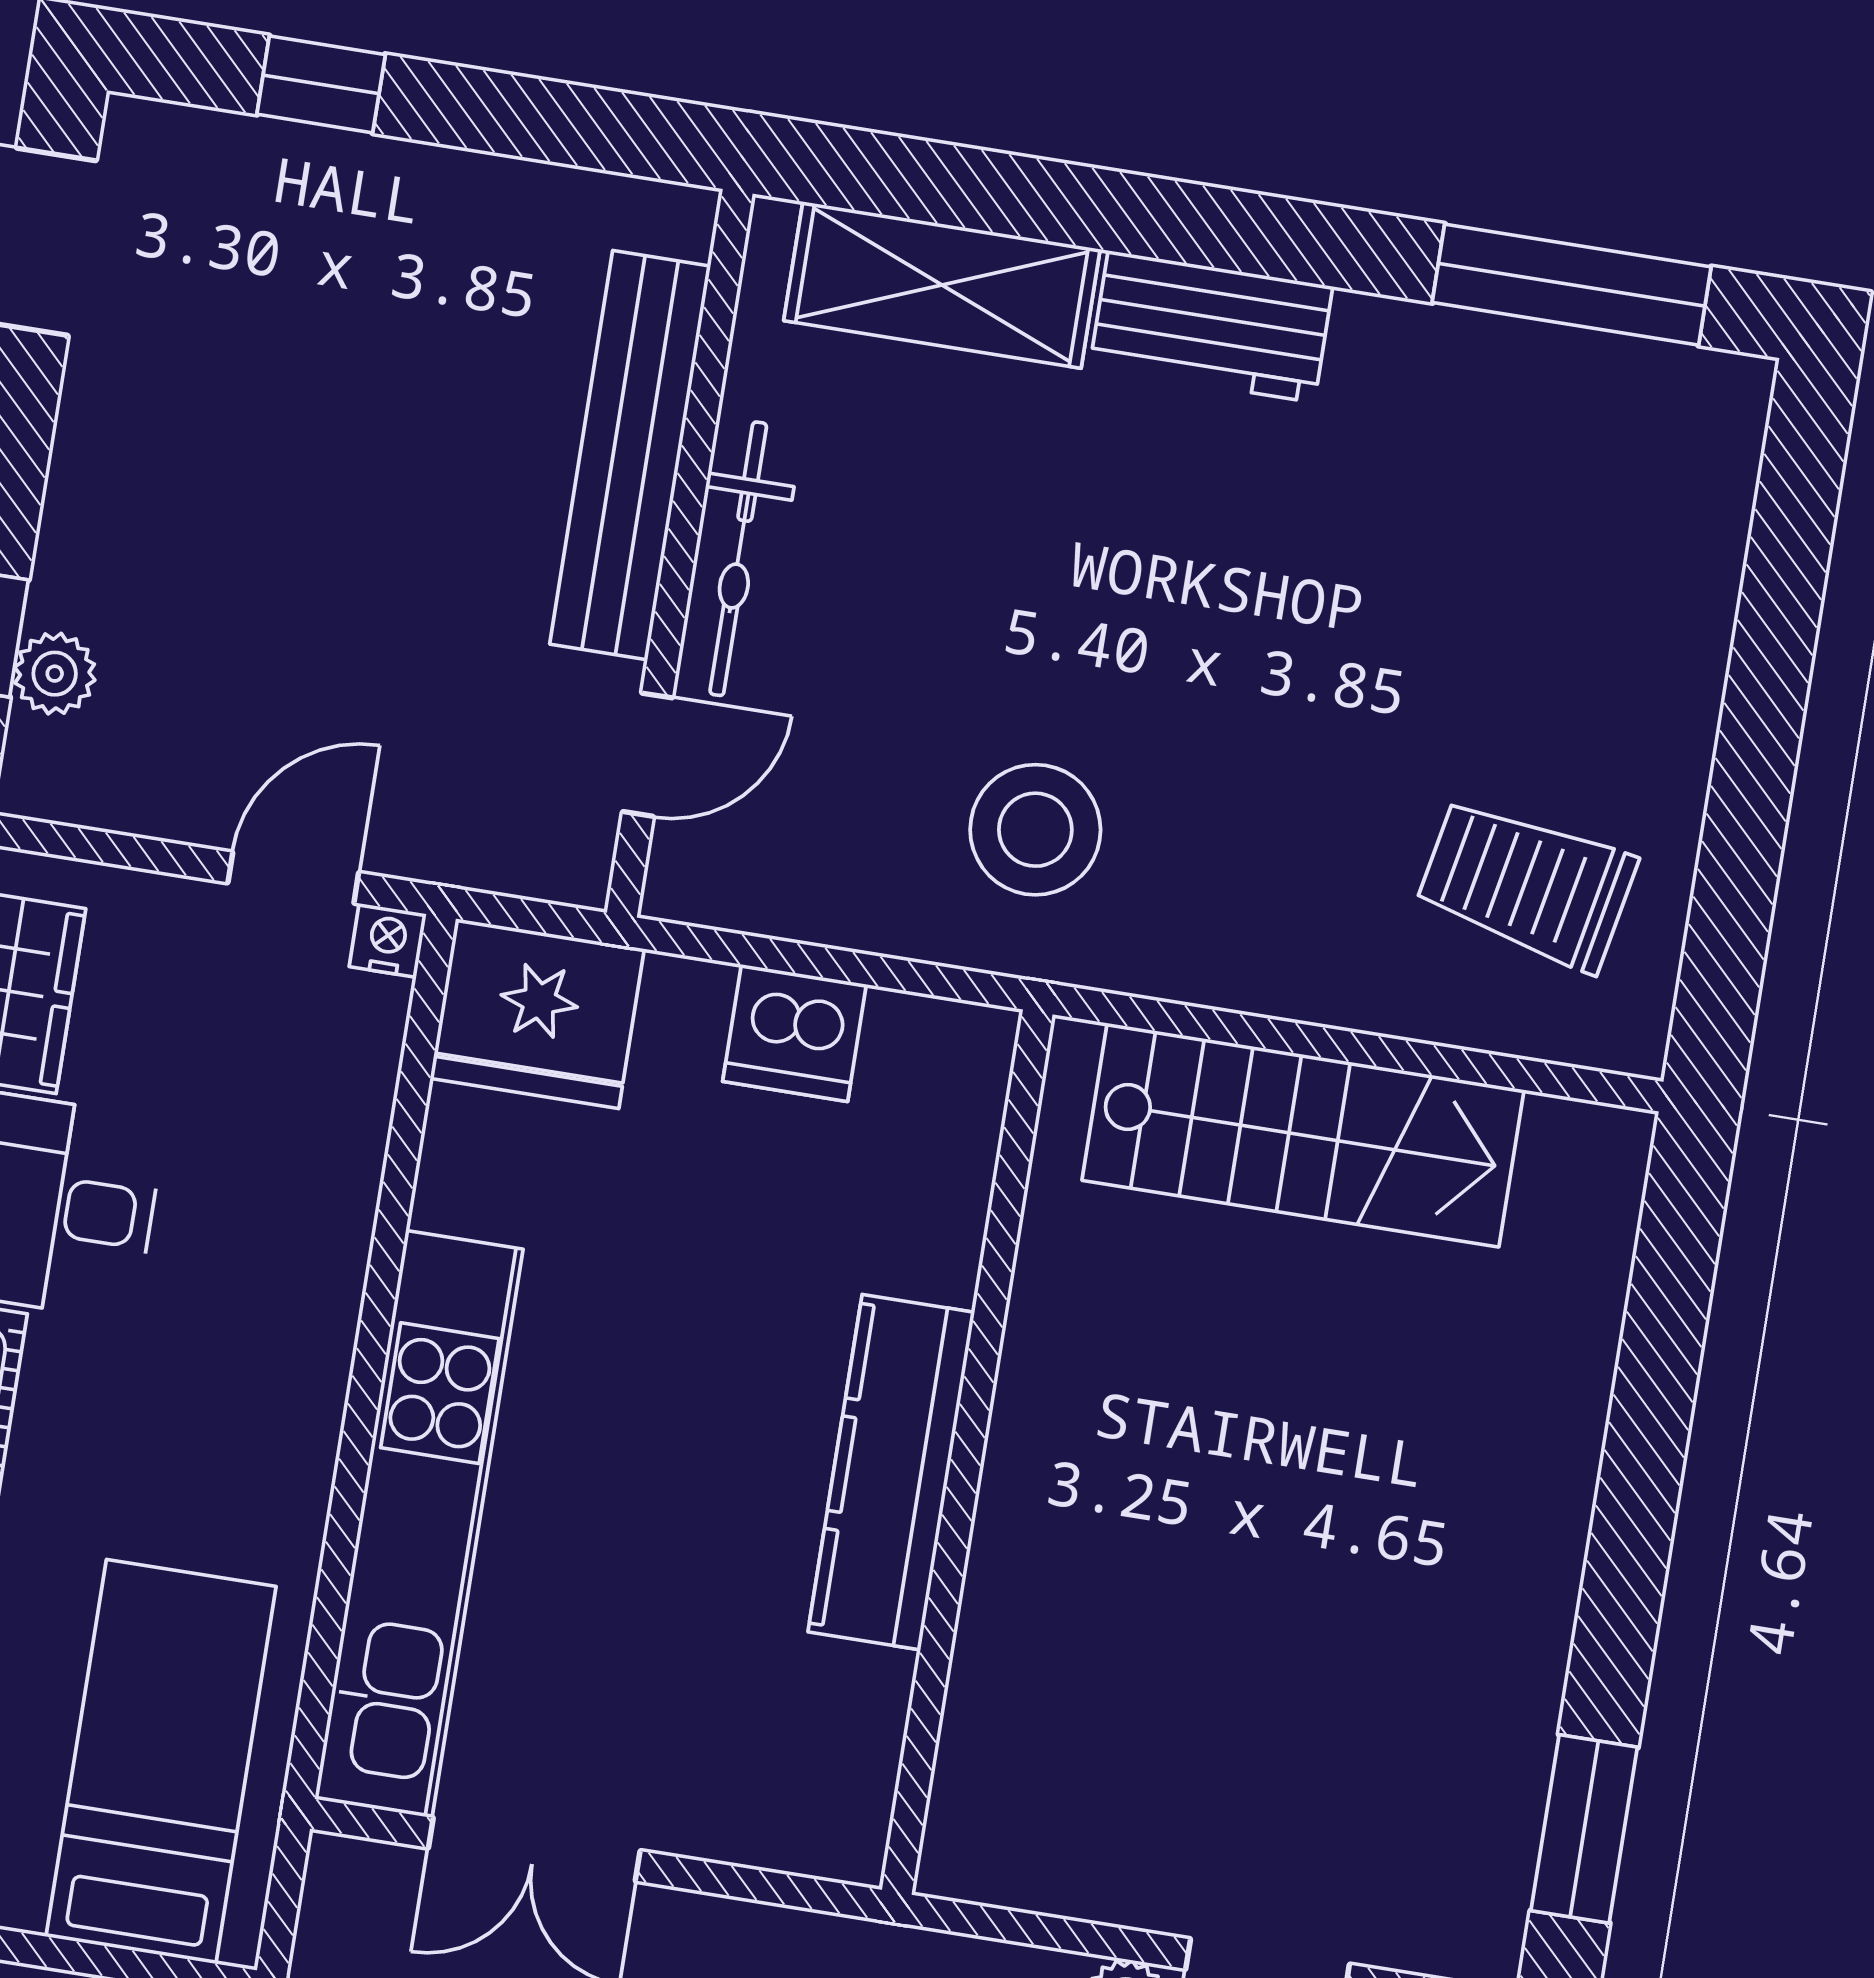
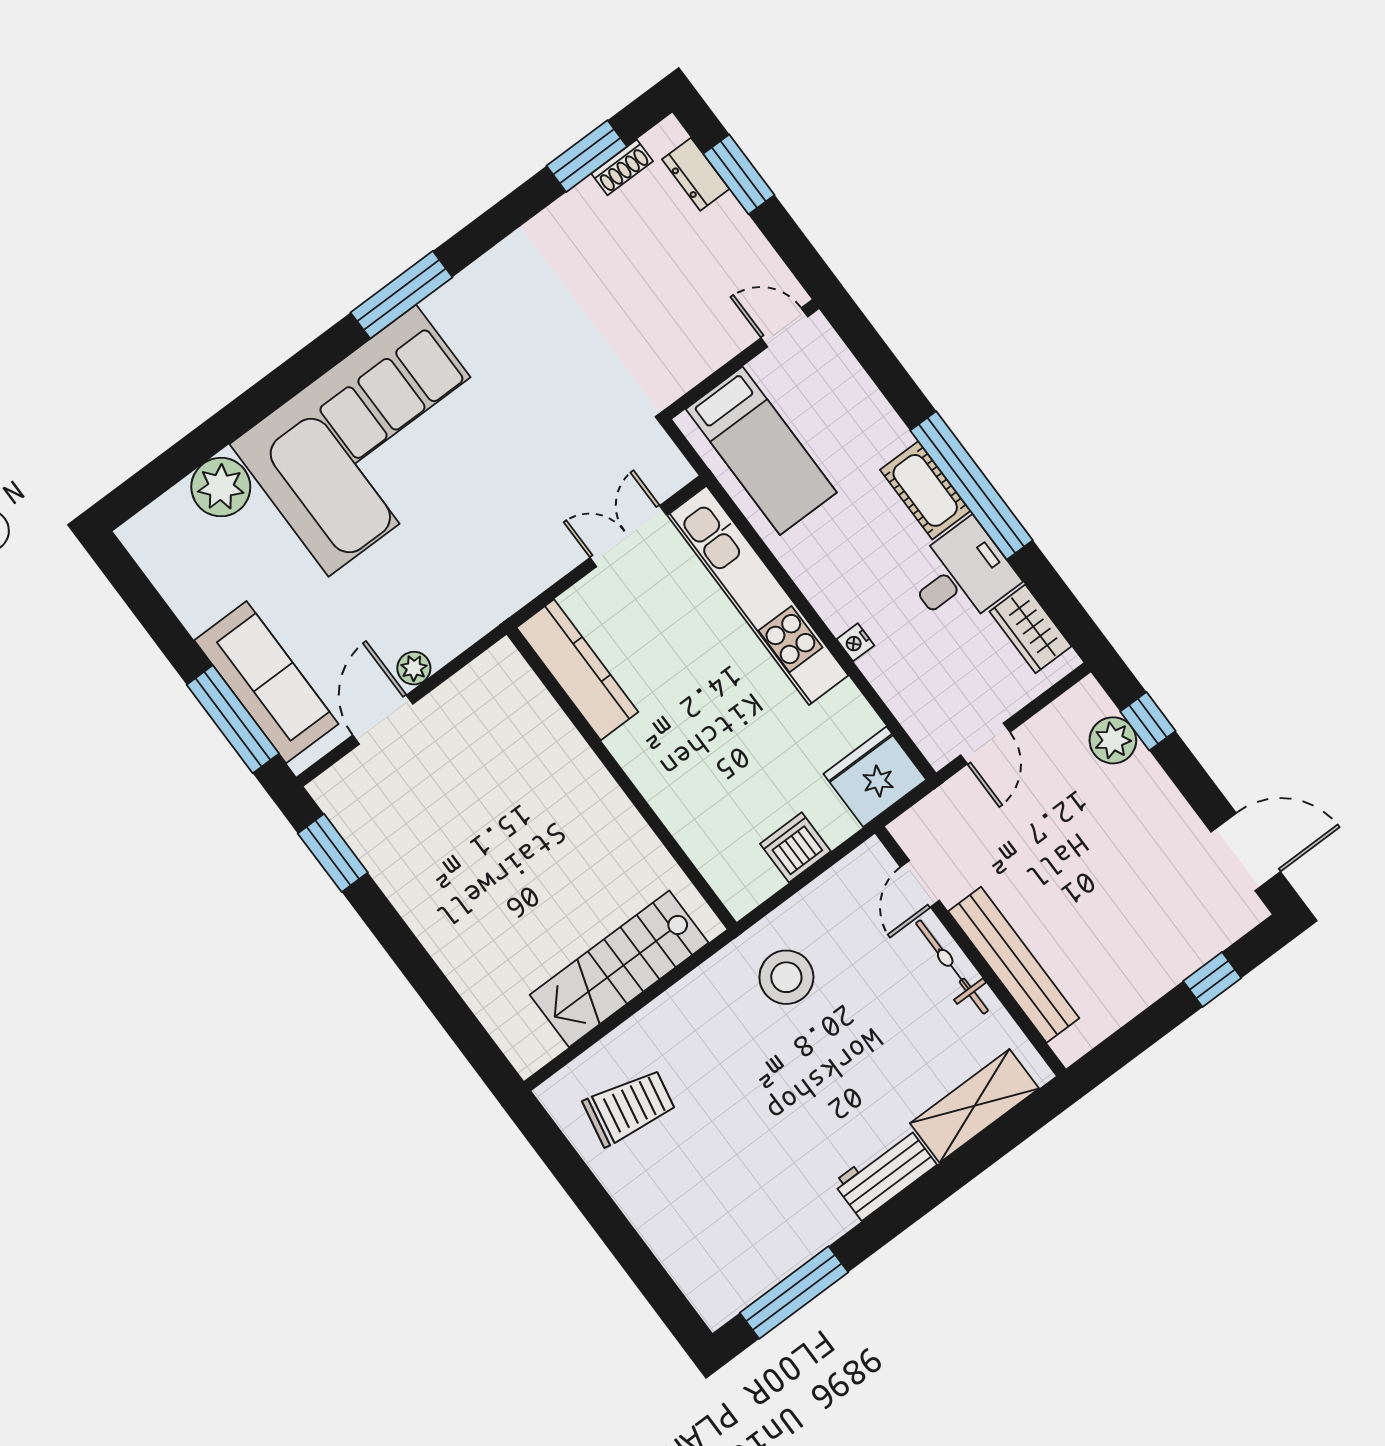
plant: (55, 674) -> (1113, 740), width x1.38, depth x1.38
nightstand: (388, 940) -> (855, 642), moved, turned 90
kitchen counter: (891, 1472) -> (577, 670), moved

